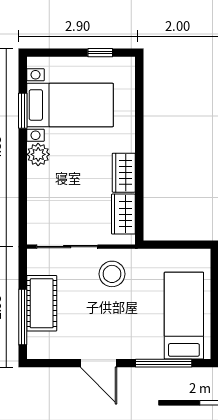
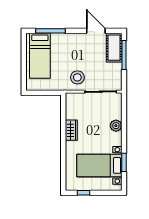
plant: (38, 154) -> (116, 126), moved
wardrobe: (123, 214) -> (71, 109), removed
cot: (42, 303) -> (114, 48), moved
door: (99, 363) -> (96, 31), moved

